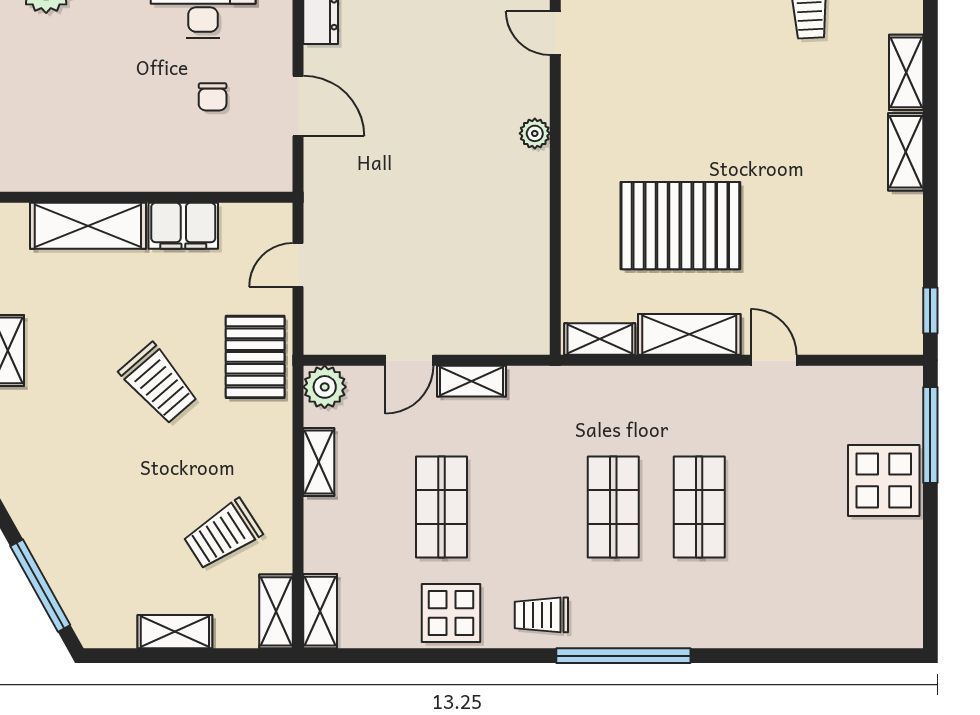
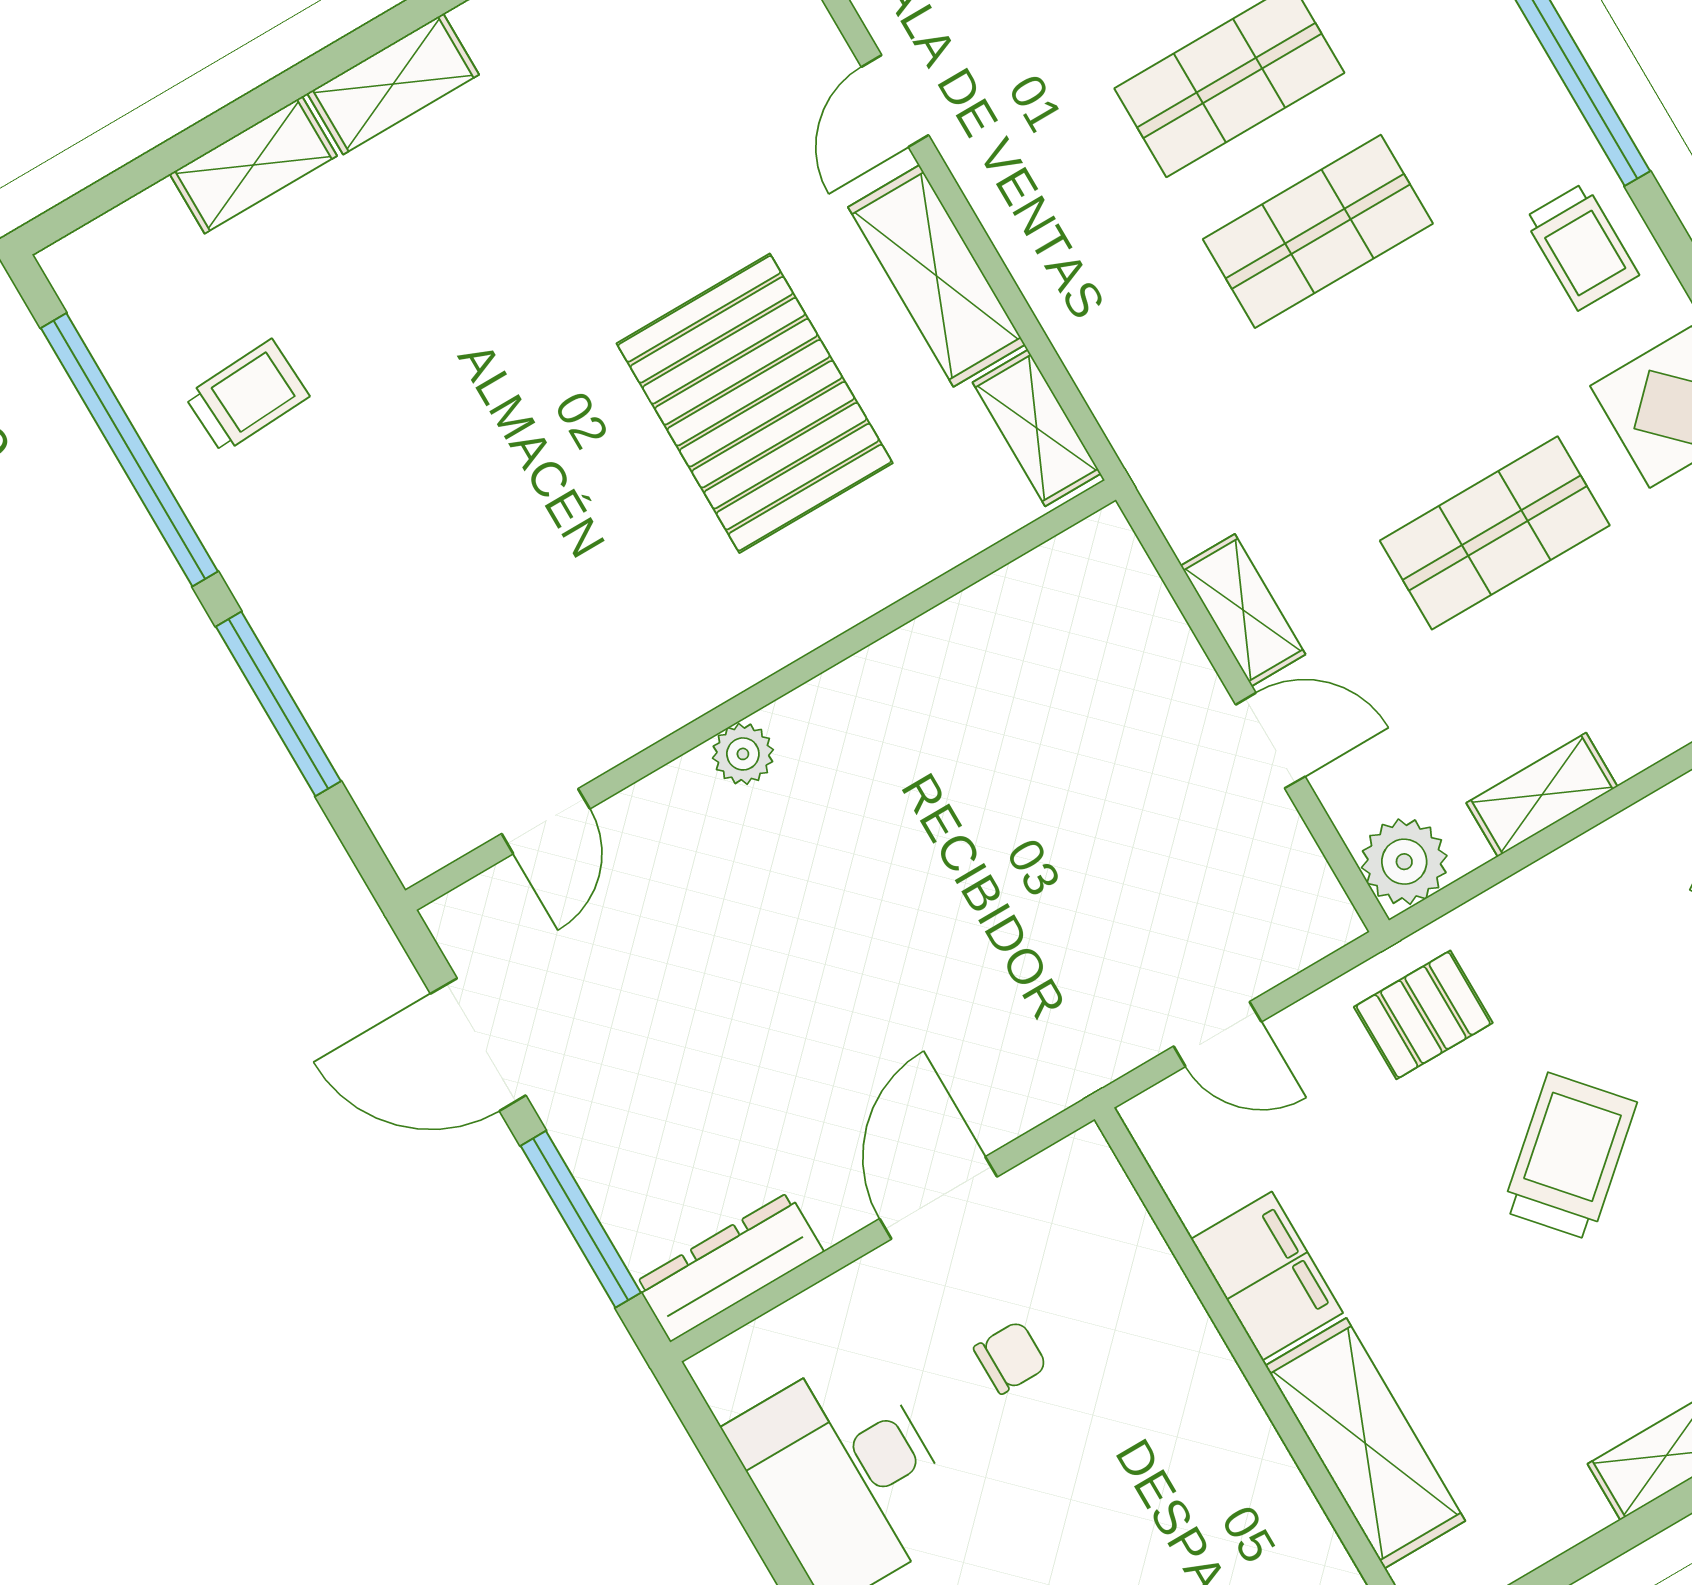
pallet: (255, 357) -> (1423, 1015), width x0.67, depth x0.71

